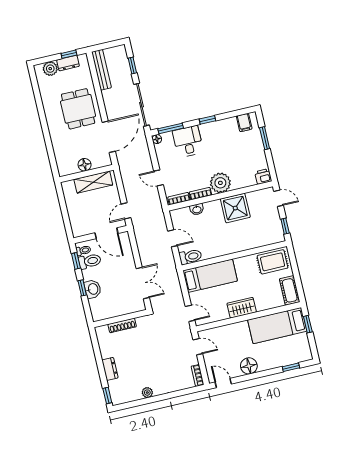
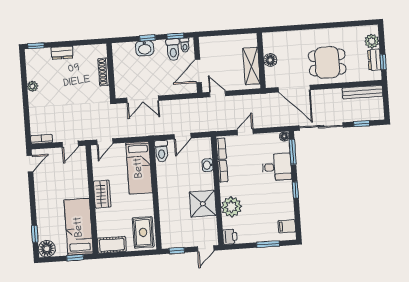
plant: (220, 183) -> (231, 207), moved
floor lamp: (249, 366) -> (47, 249), moved

